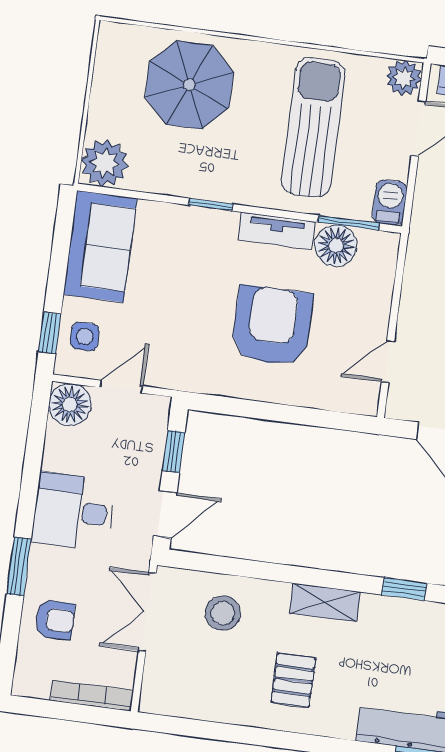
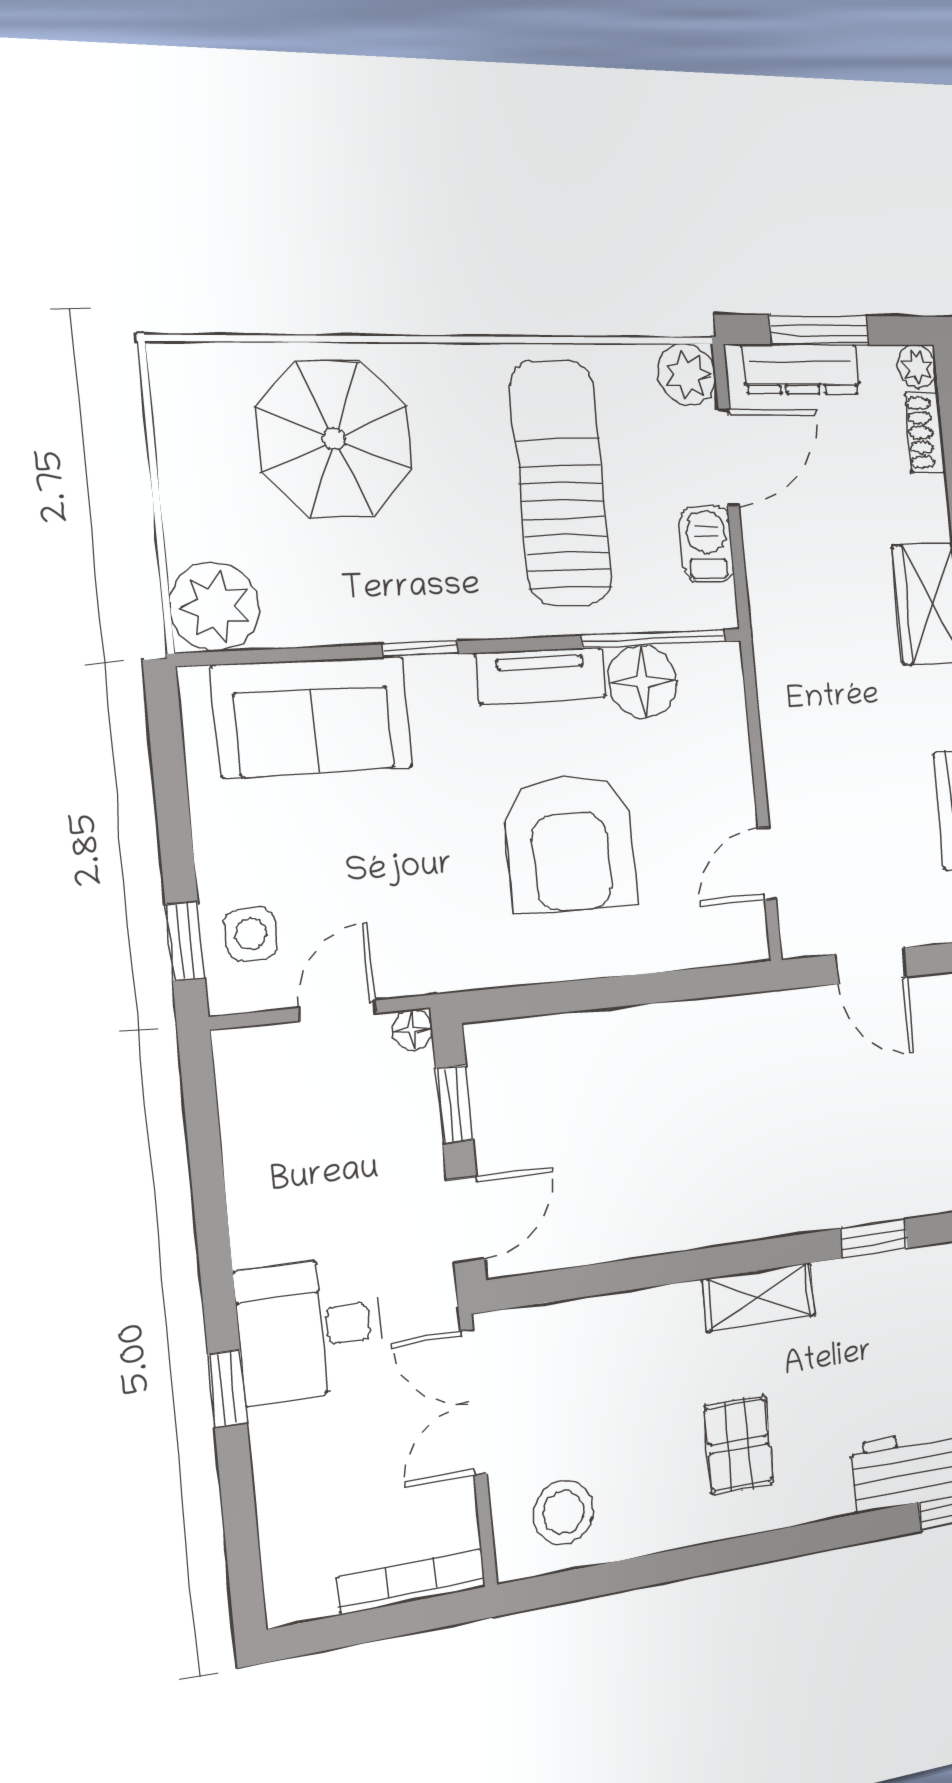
barbecue: (390, 203) -> (707, 544), moved
window: (348, 223) -> (654, 639), width x1.44
sofa: (100, 246) -> (313, 716), moved, turned 90
armchair: (272, 326) -> (570, 843), turned 180
floor lamp: (70, 405) -> (413, 1030), moved, width x0.53, depth x0.53
desk: (74, 512) -> (310, 1329), moved
window: (19, 567) -> (227, 1388), width x0.67
stool: (223, 613) -> (564, 1512), moved
armchair: (55, 620) -> (315, 1466), removed

